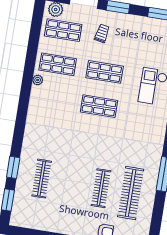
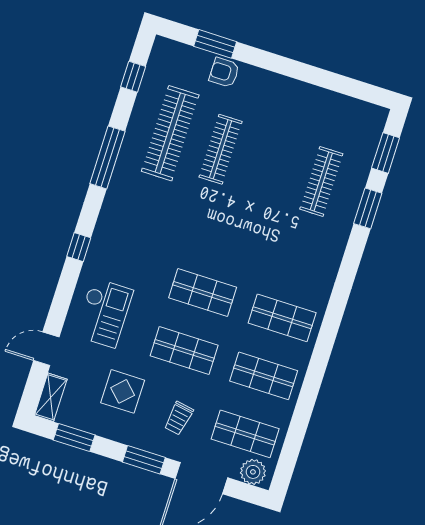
display table: (136, 44) -> (123, 391), added
plant: (38, 80) -> (303, 354), removed
shop shelf: (52, 99) -> (282, 318), added
window: (156, 222) -> (133, 77), added

